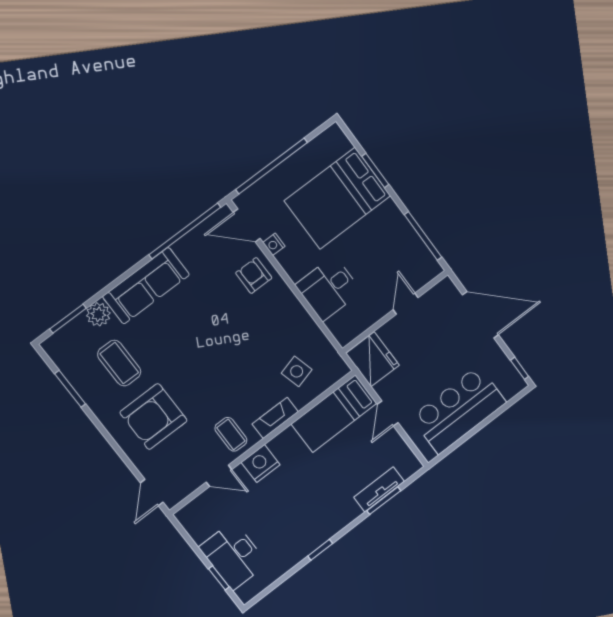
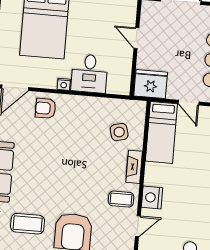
nightstand: (274, 244) -> (64, 84), moved

